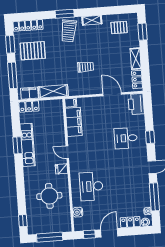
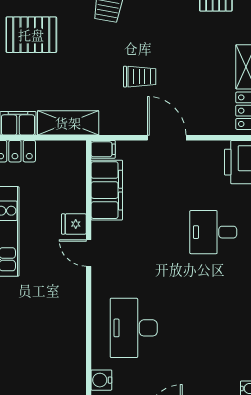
door: (112, 94) -> (167, 138), moved
fridge: (61, 169) -> (74, 224), moved
round table: (49, 196) -> (44, 342), removed

